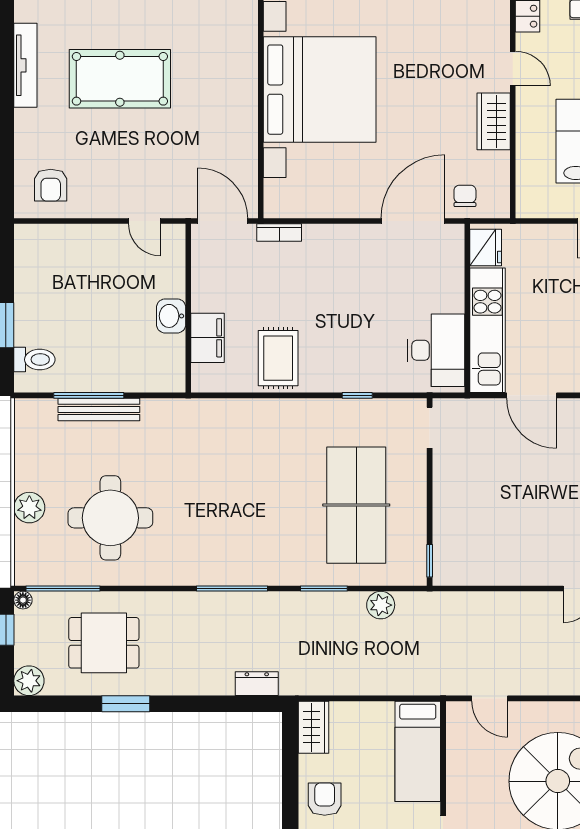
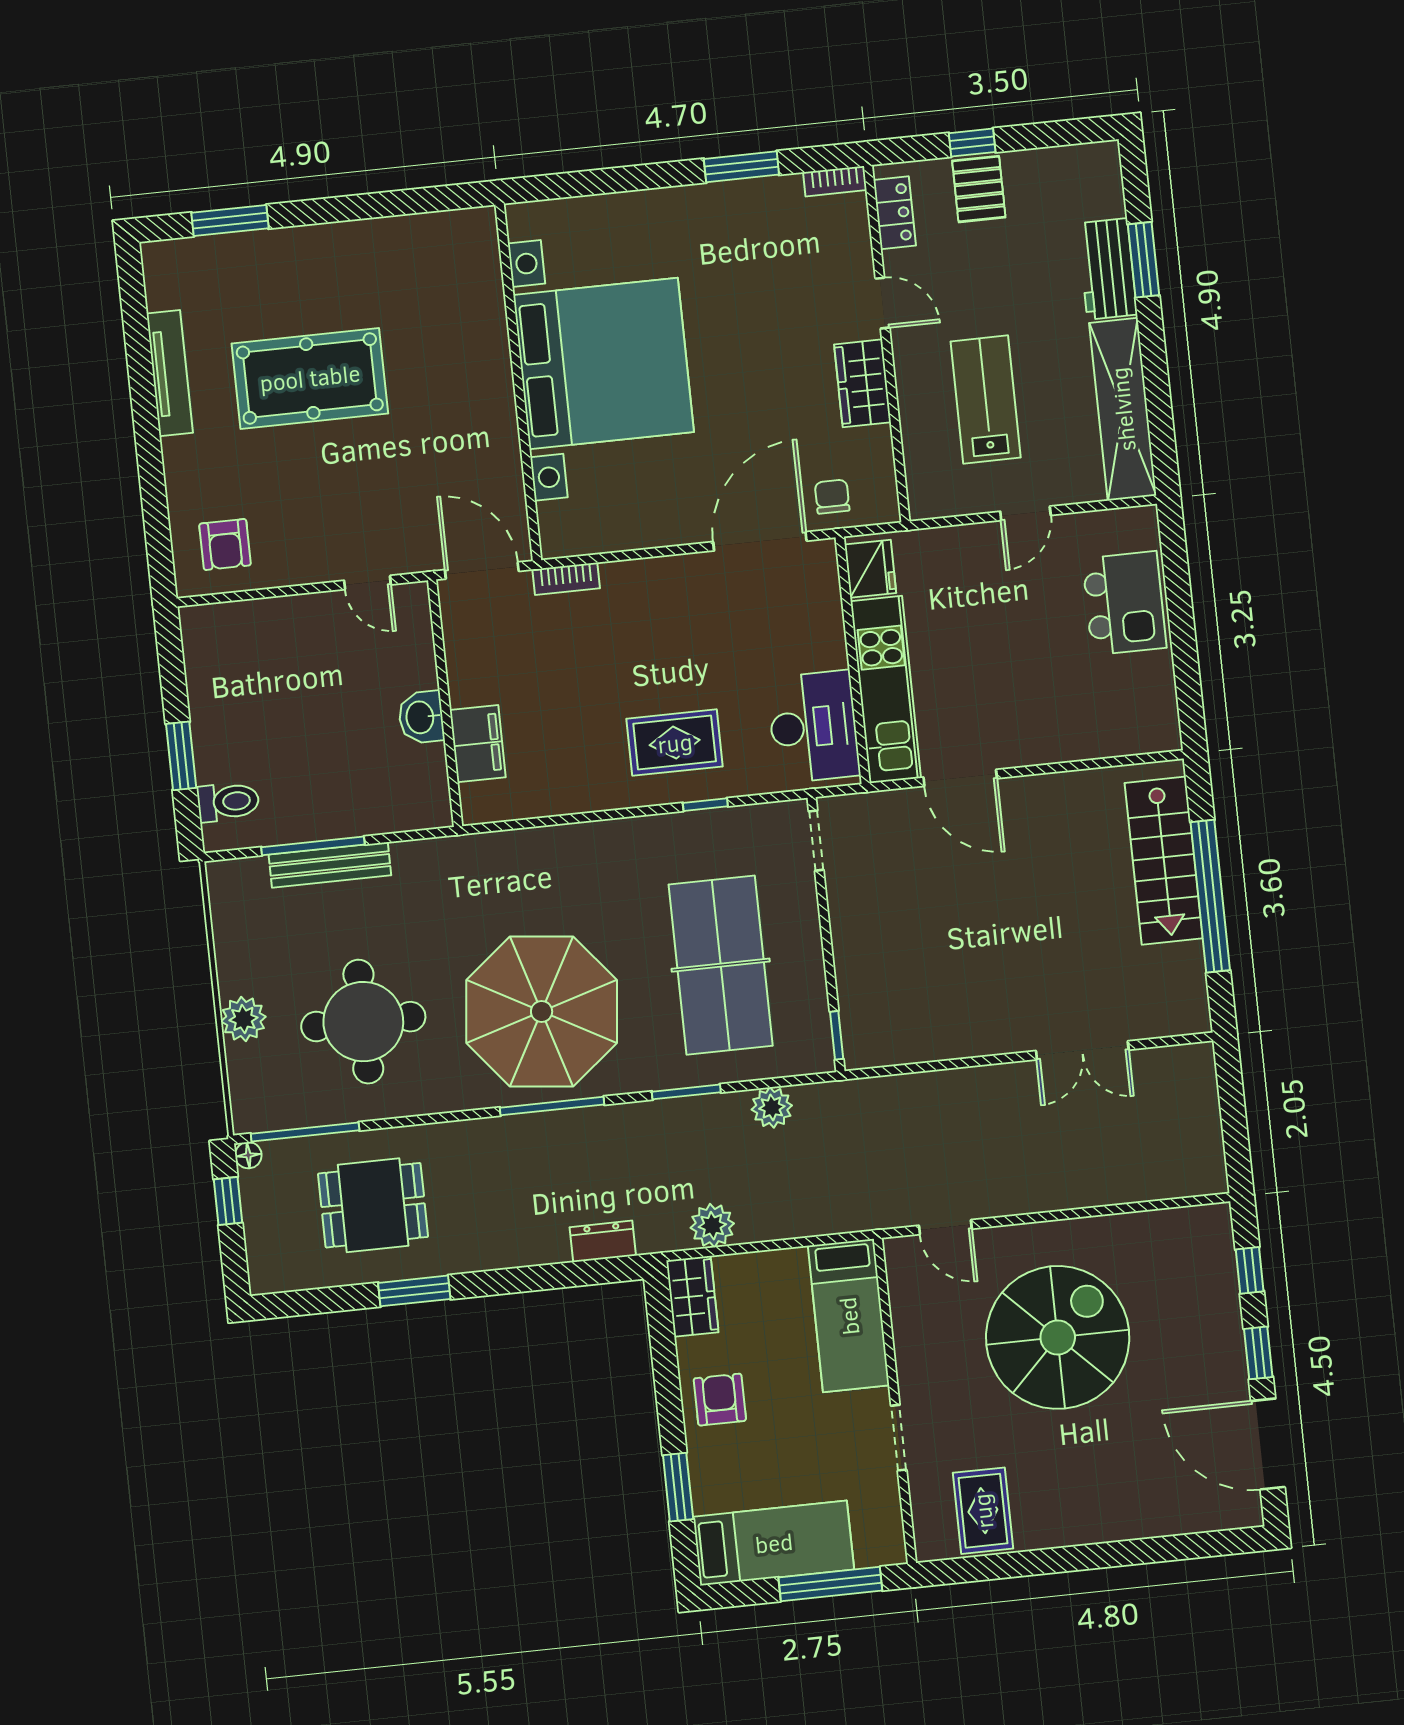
rug: (278, 358) -> (675, 743), moved, turned 90
parasol: (232, 524) -> (542, 1012), added
plant: (29, 681) -> (712, 1226), moved

